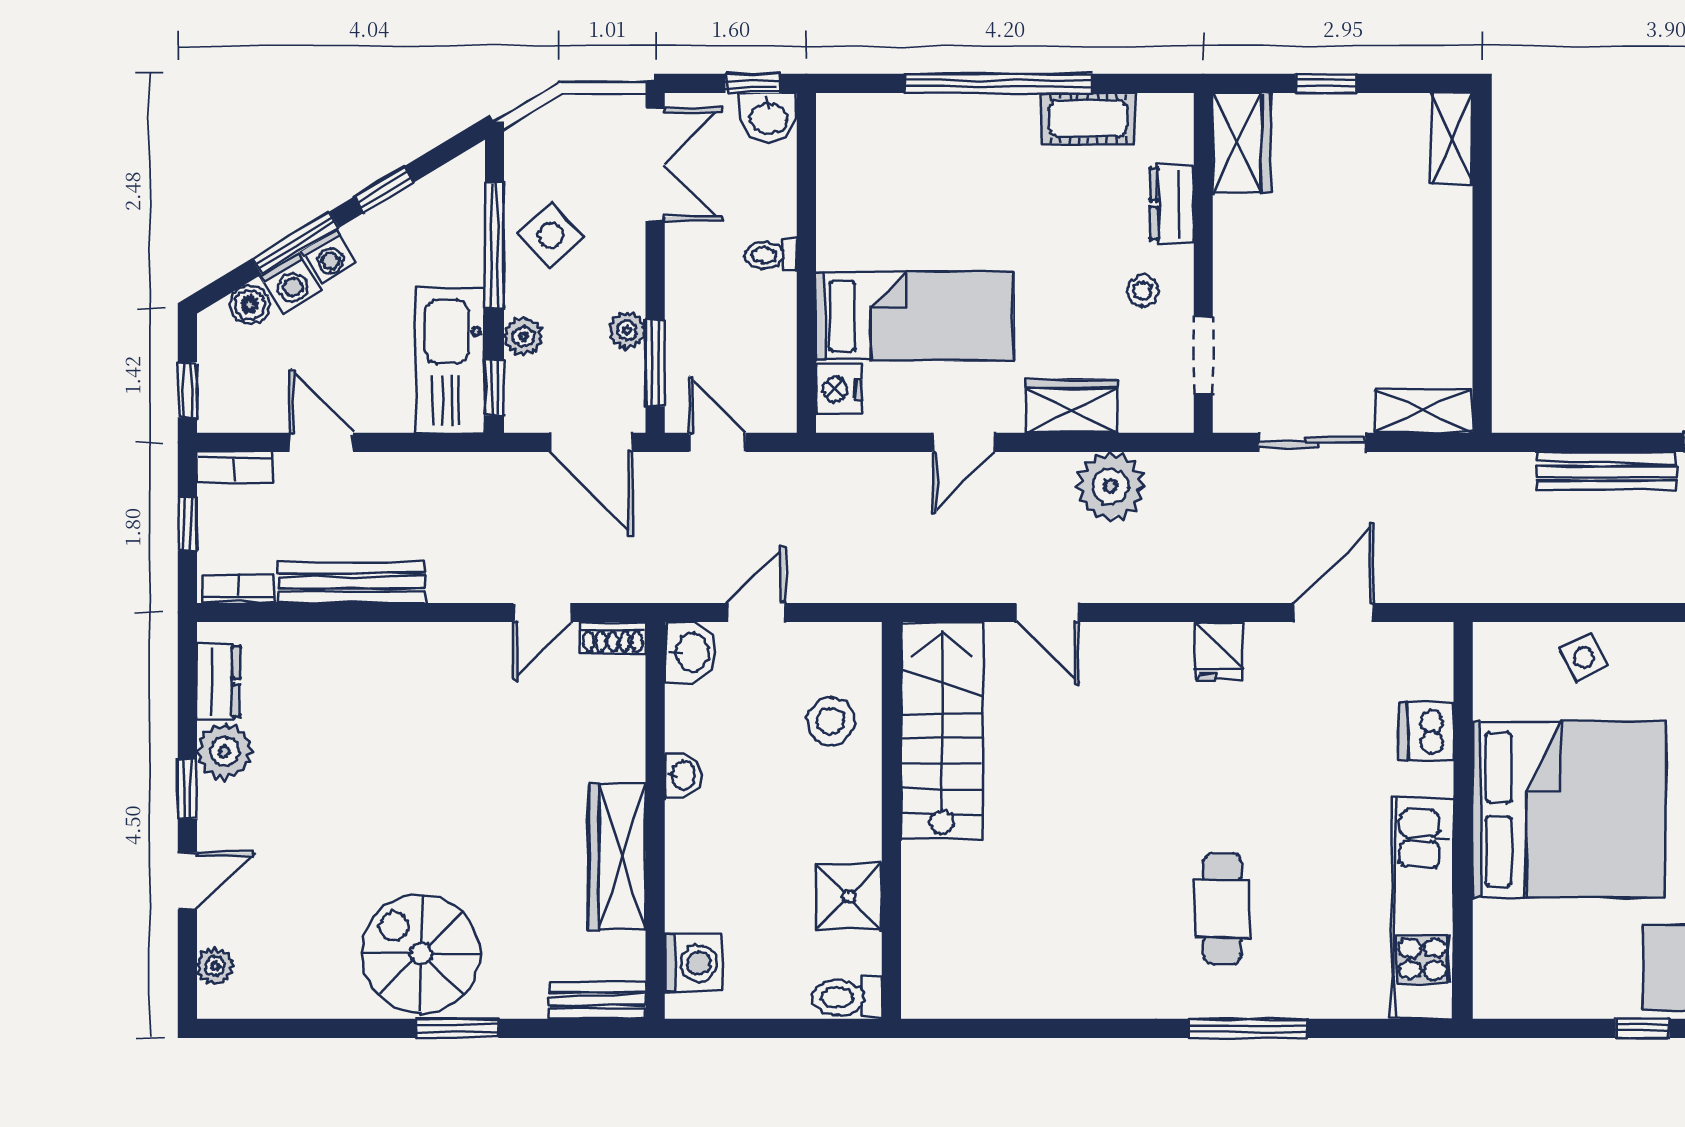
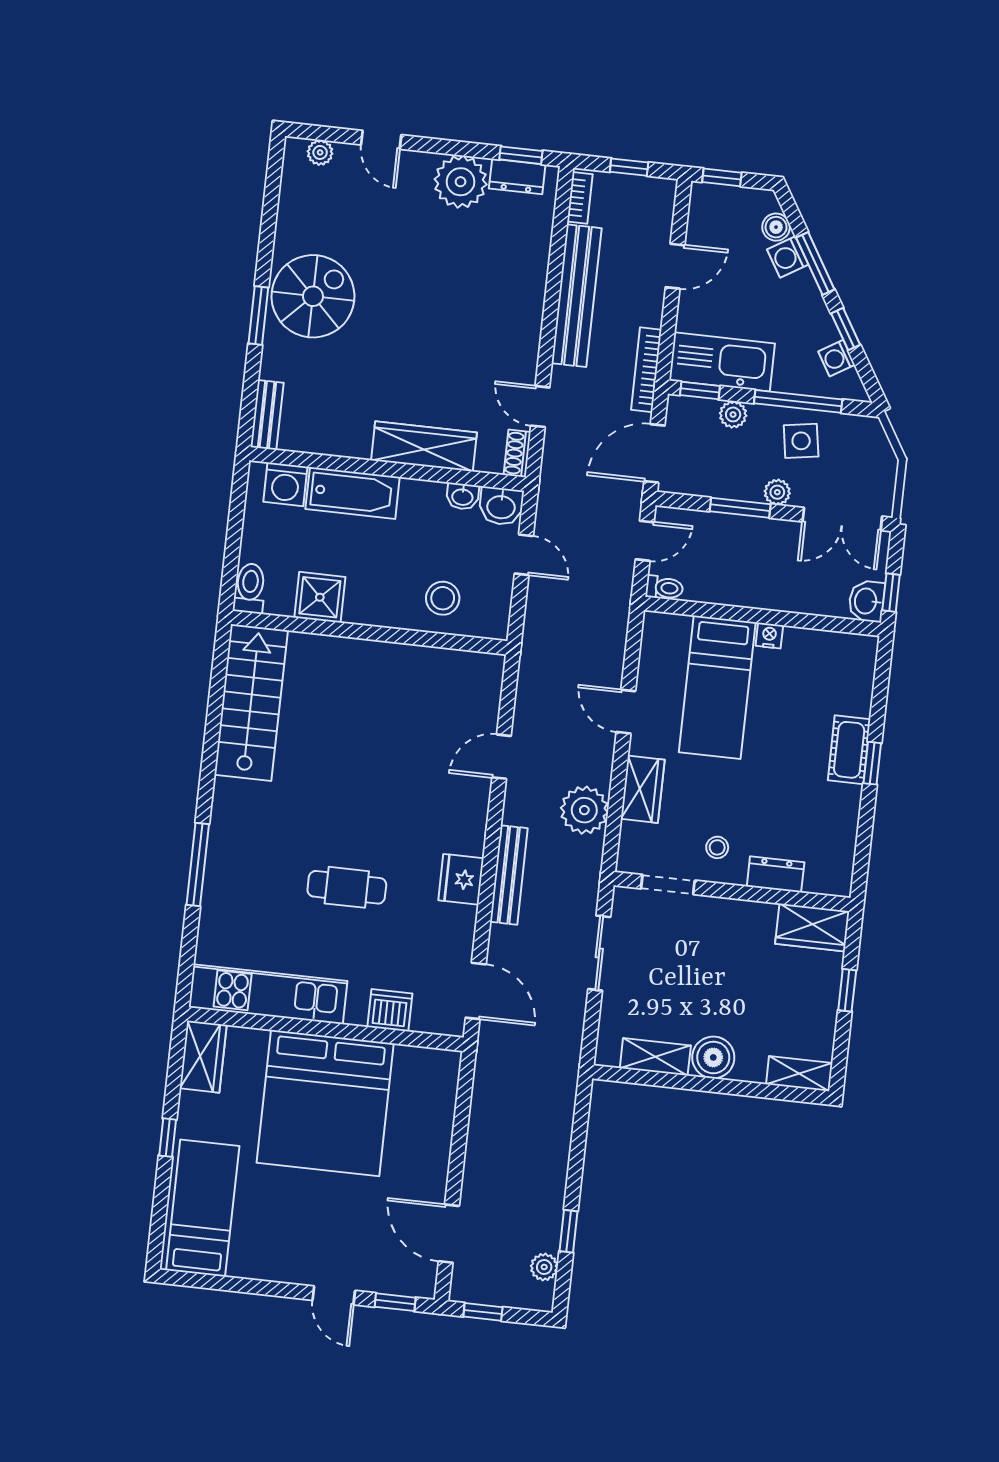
window: (998, 83) -> (872, 763), width x0.32
cot: (1088, 118) -> (849, 750), moved
side table: (550, 235) -> (801, 441), turned 33
toilet: (771, 255) -> (664, 588), moved, turned 90
washing machine: (329, 257) -> (836, 358), moved
boiler: (1443, 264) -> (713, 1057), added
plant: (627, 330) -> (777, 492), moved
window: (655, 363) -> (740, 508), moved
nightstand: (839, 389) -> (769, 636), moved, width x0.72, depth x0.74
shelving: (1424, 411) -> (655, 1057), moved, turned 90
bookcase: (235, 467) -> (646, 370), moved, width x1.56
bench: (1606, 471) -> (509, 875), moved
bench: (352, 583) -> (577, 296), width x1.37, depth x1.21
door: (1334, 613) -> (476, 991), moved
fridge: (1219, 651) -> (461, 879), width x1.38
side table: (1584, 658) -> (429, 1125), removed
stairs: (942, 731) -> (251, 703), moved, turned -90
plant: (225, 751) -> (461, 182), width x1.36, depth x1.36
washbasin: (683, 775) -> (462, 496), moved
window: (187, 789) -> (521, 155), moved
wardrobe: (617, 857) -> (424, 446), moved
bathtub: (695, 866) -> (353, 493), added
cafe table: (1222, 909) -> (347, 887), moved
wardrobe: (1522, 990) -> (203, 1057), added

